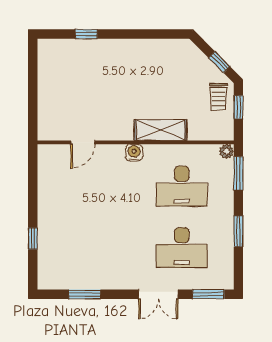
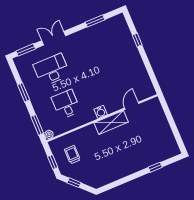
trolley: (218, 97) -> (72, 155), moved
shelving: (160, 130) -> (111, 122), moved
desk: (182, 186) -> (66, 104), width x0.73

